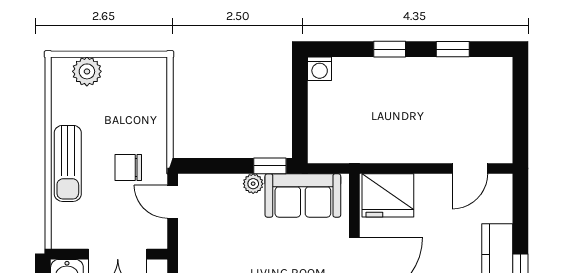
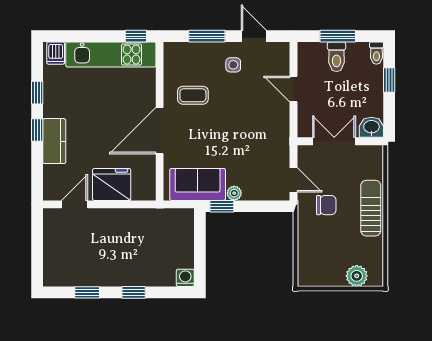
fridge: (388, 195) -> (112, 184), moved

